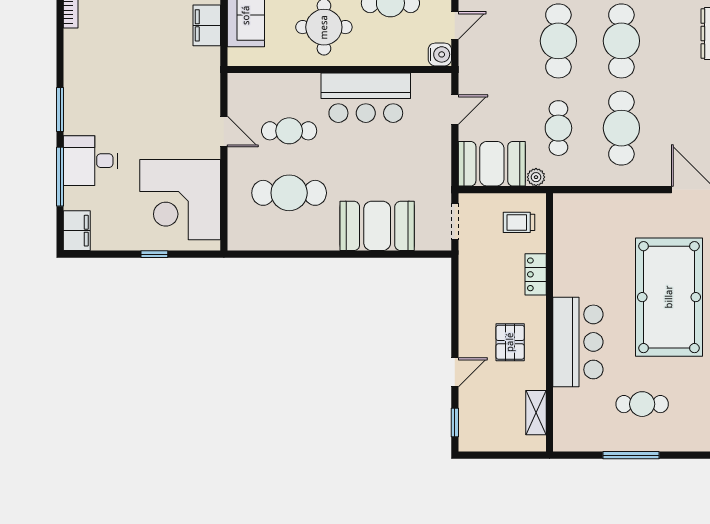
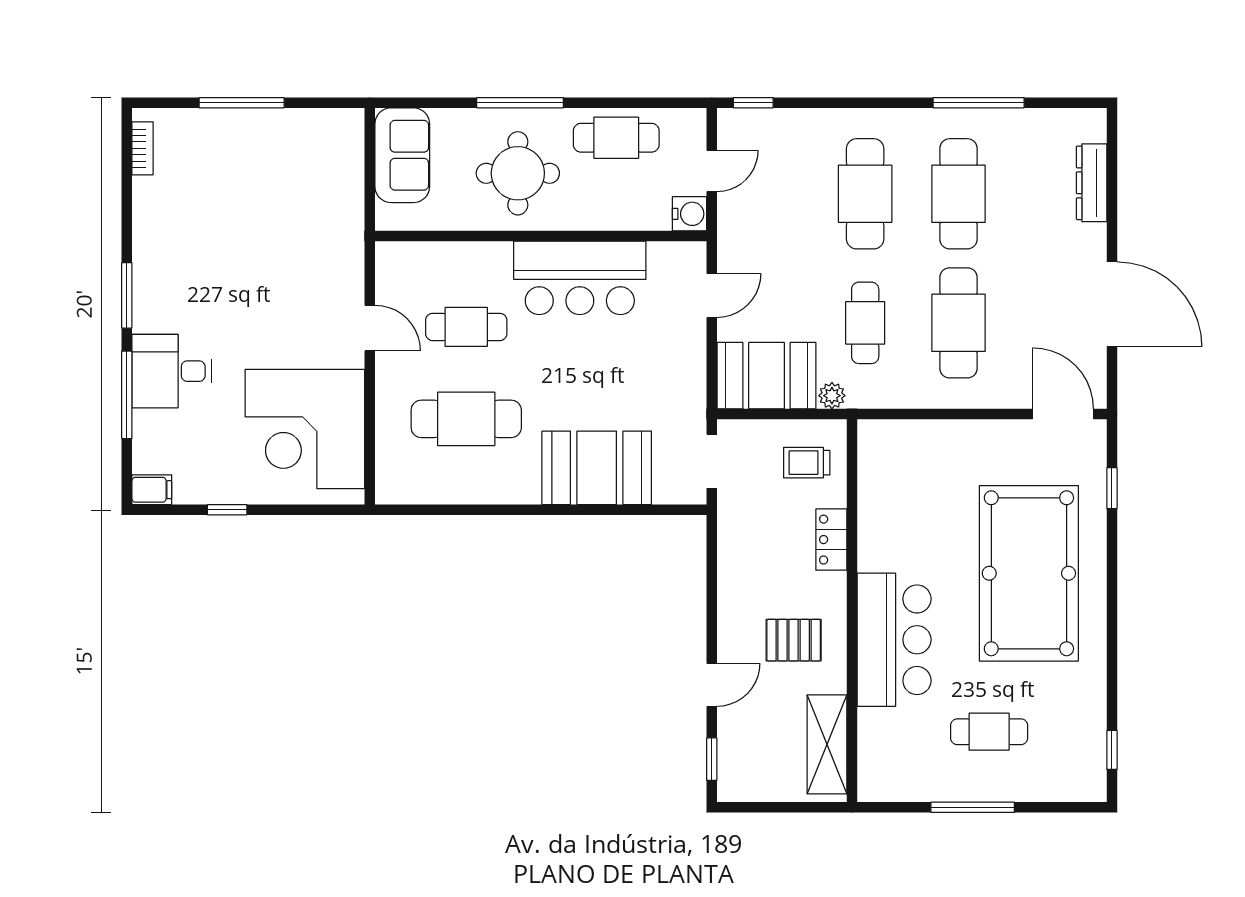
filing cabinet: (207, 25) -> (344, 171), removed
filing cabinet: (77, 231) -> (152, 490), width x0.50
window: (154, 254) -> (227, 510), moved
pallet: (510, 342) -> (794, 640), turned 90
shelving: (536, 413) -> (827, 744), width x1.50, depth x1.33

